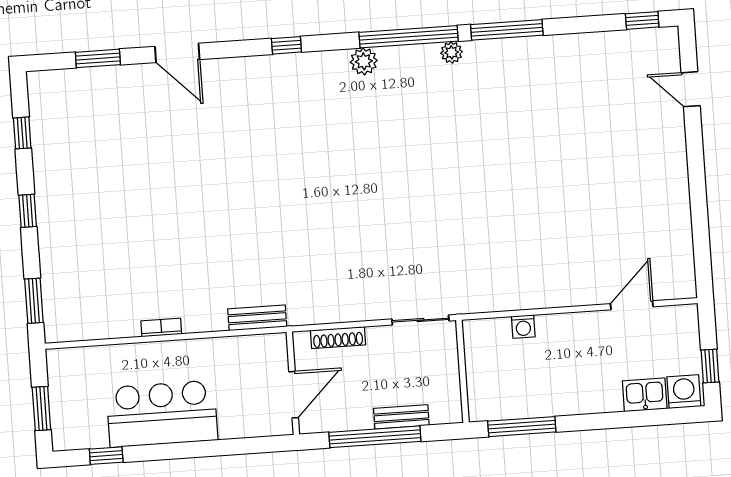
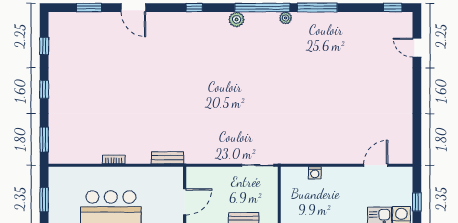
shoe rack: (338, 338) -> (211, 172), removed

